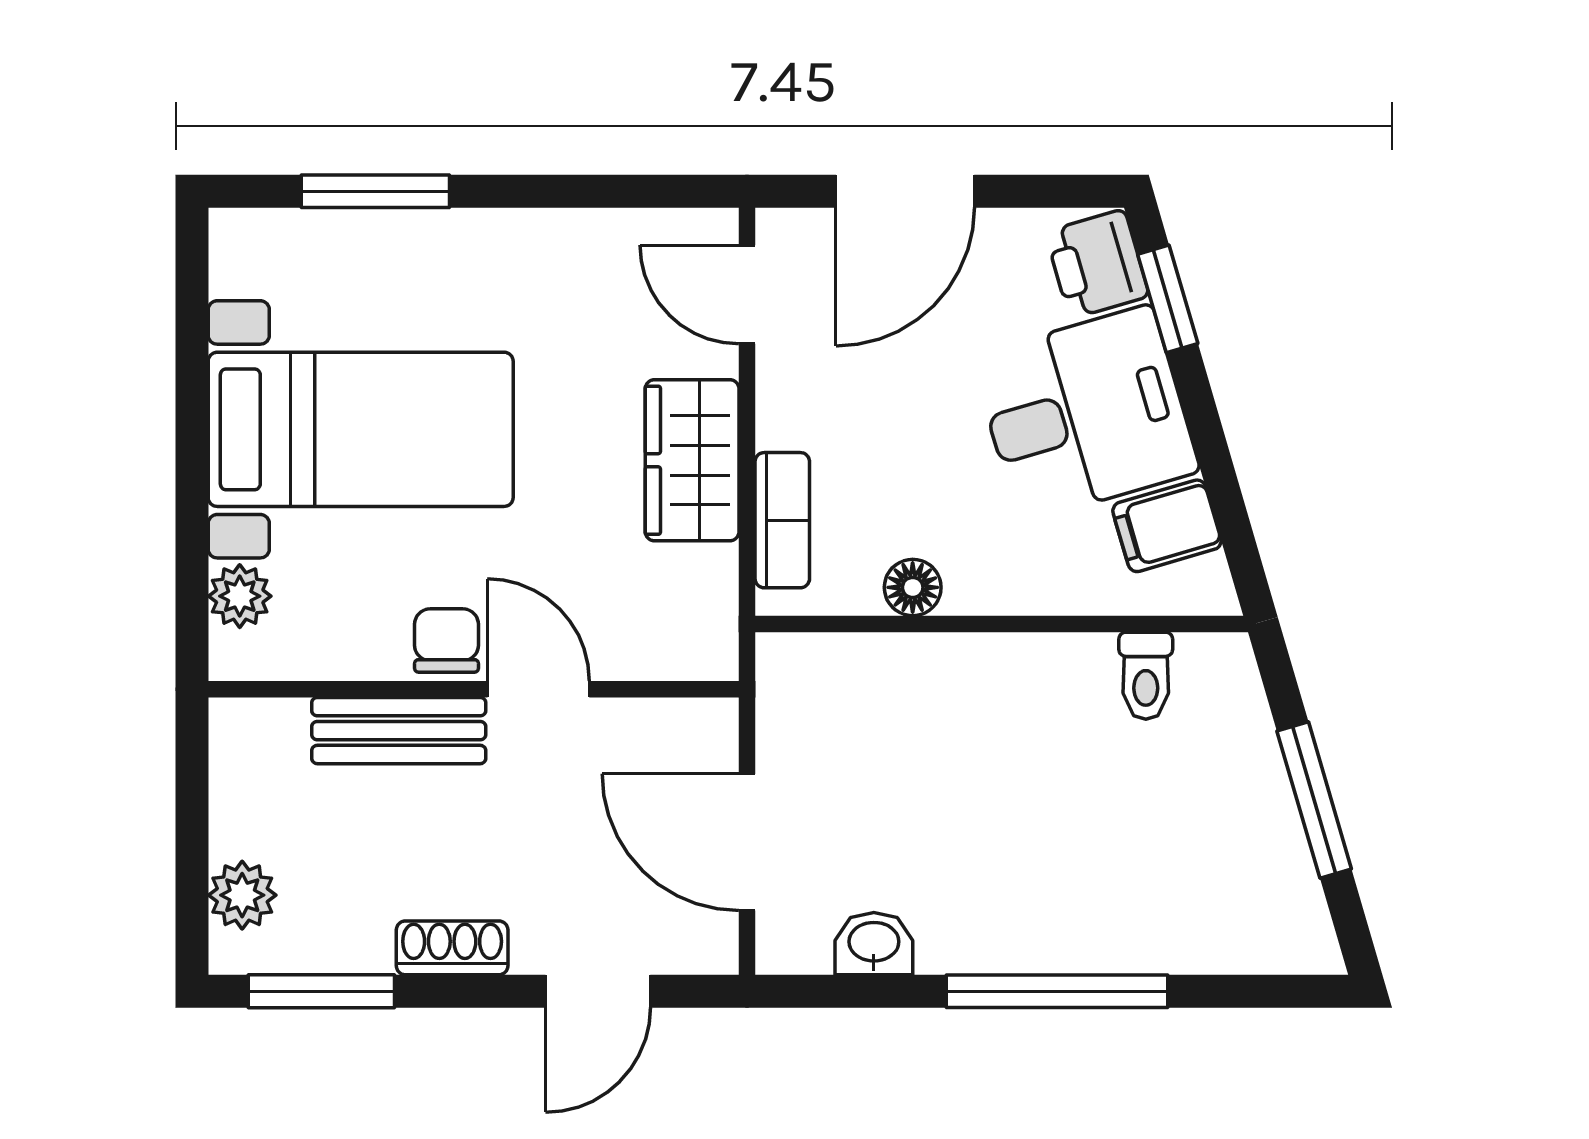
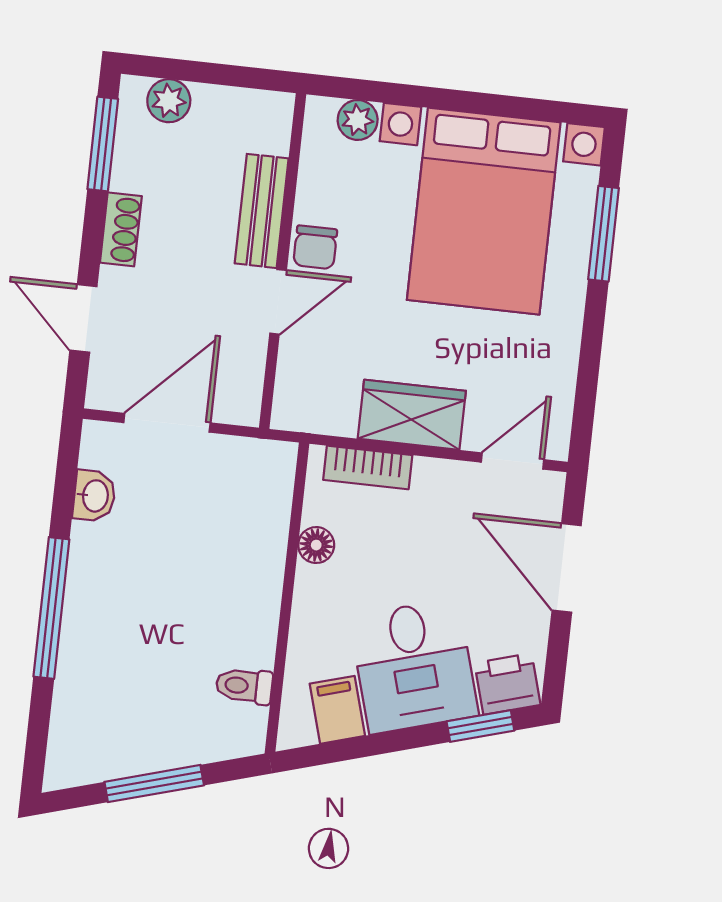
bed with nightstands: (361, 429) -> (484, 211), width x1.36
chair: (446, 640) -> (315, 247), turned 90

